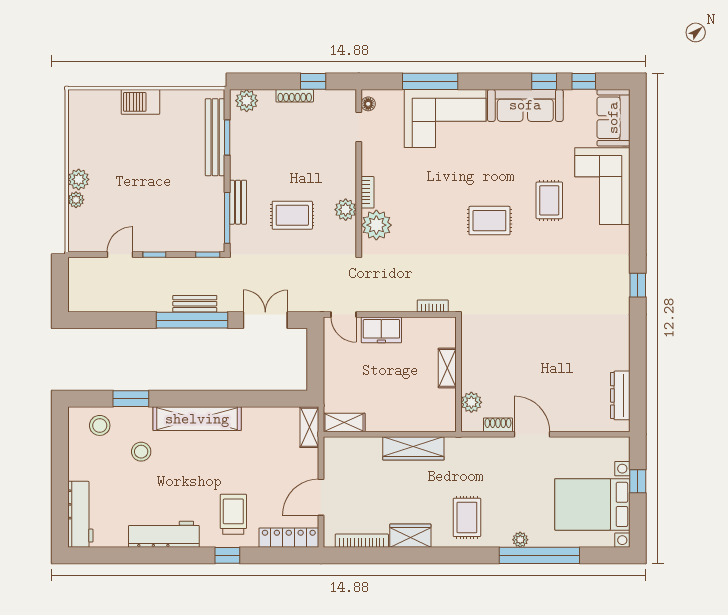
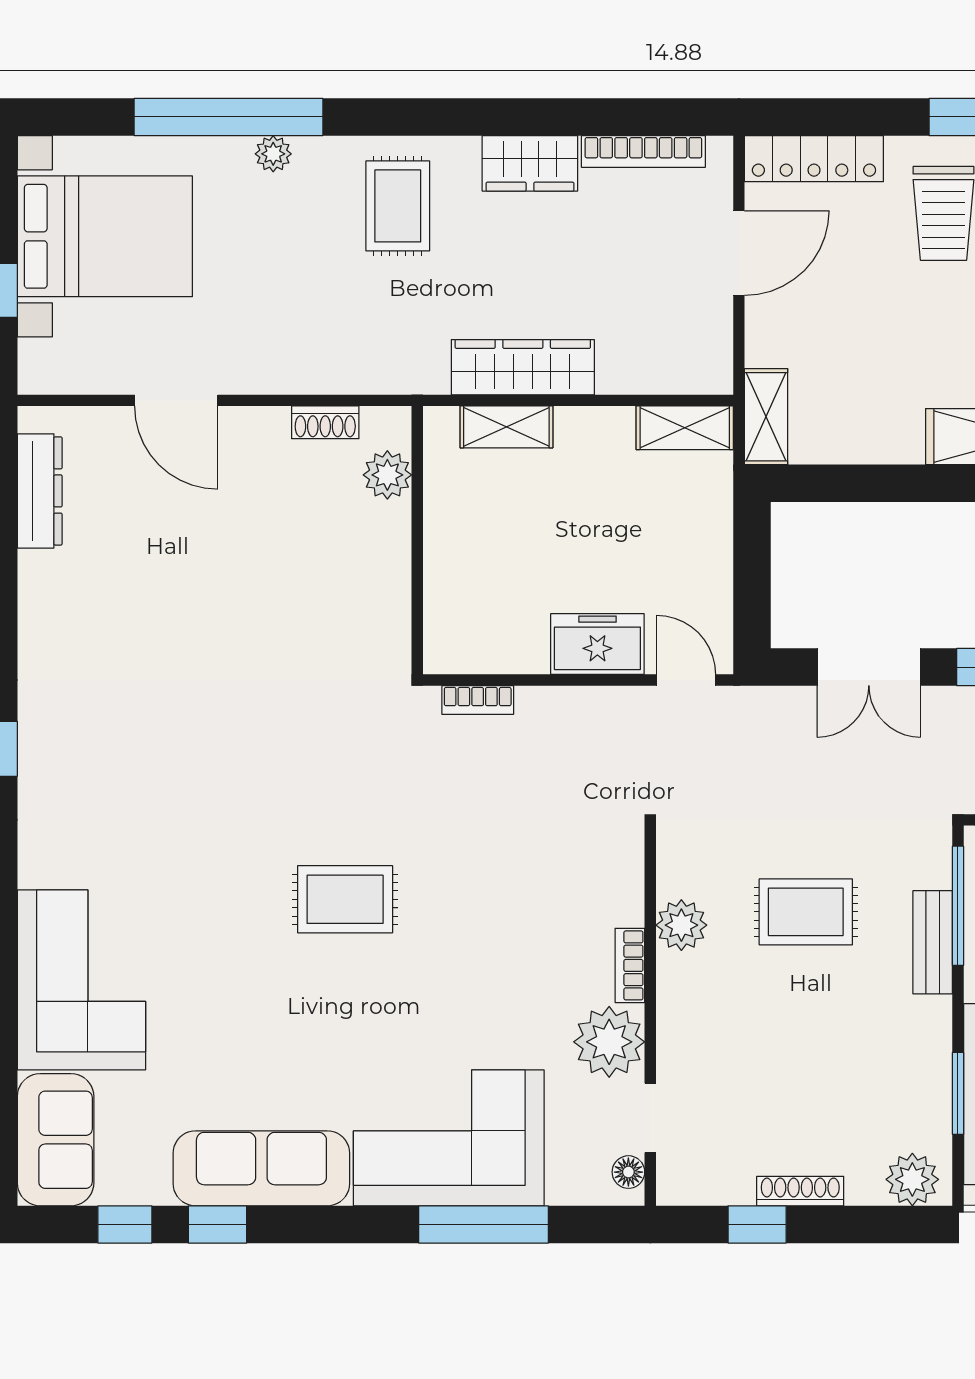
rug: (549, 200) -> (205, 947), removed
plant: (376, 225) -> (609, 1042), moved
shelving: (447, 368) -> (506, 427), moved, turned 90
door: (532, 434) -> (176, 400), moved

